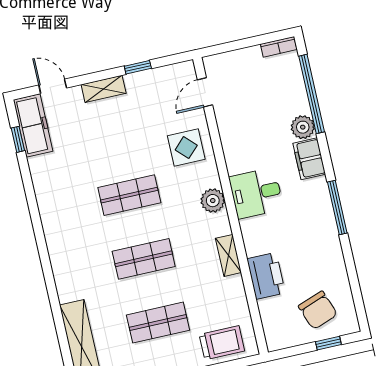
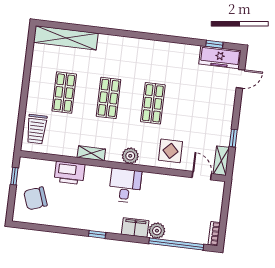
shelving: (104, 89) -> (221, 161), moved
window: (337, 208) -> (97, 234), width x0.46
window: (328, 343) -> (14, 176), moved

